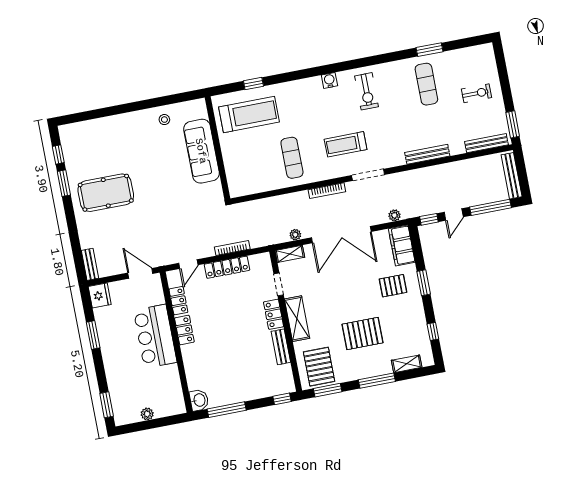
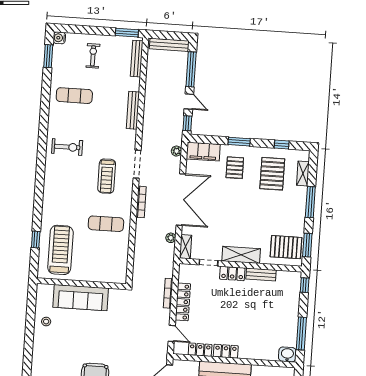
window: (429, 50) -> (48, 56), moved
water cooler: (329, 80) -> (59, 38), moved
pallet: (363, 333) -> (272, 174), moved

